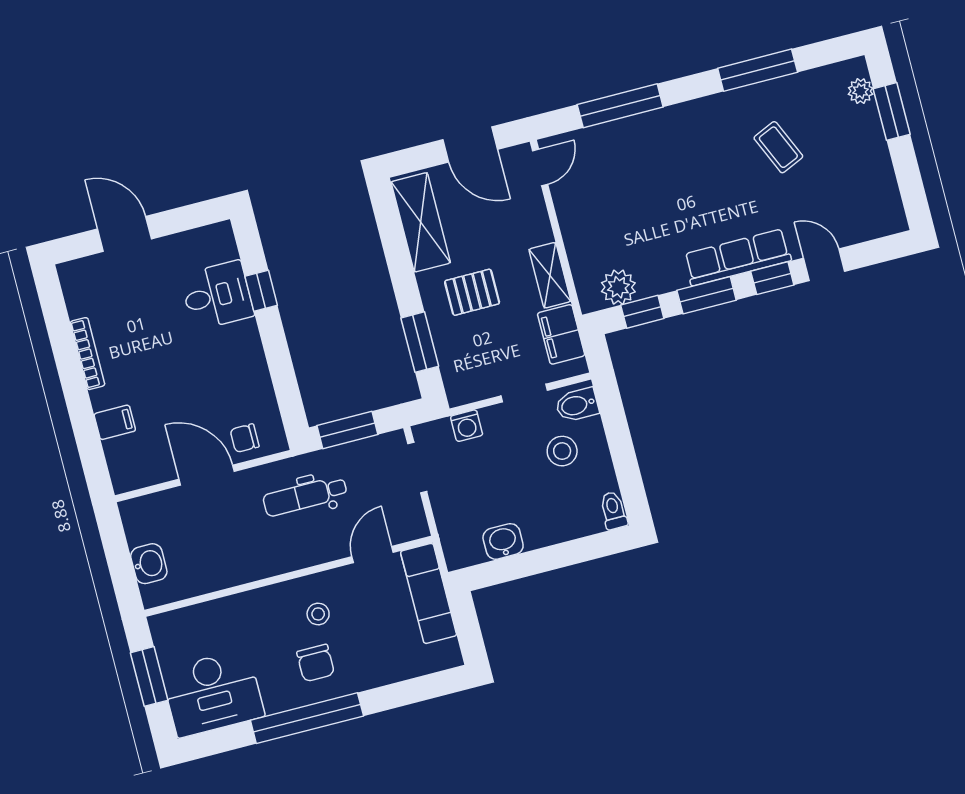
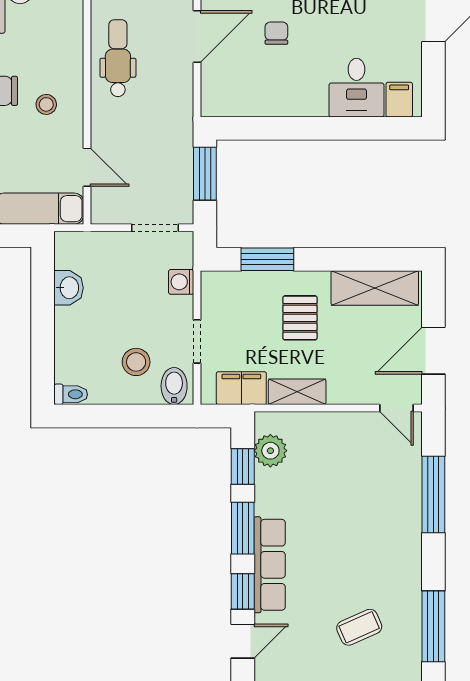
filing cabinet: (218, 248) -> (399, 100), added
window: (261, 291) -> (350, 128), removed
chair: (245, 438) -> (276, 33), moved
dental chair: (305, 496) -> (118, 58), moved

